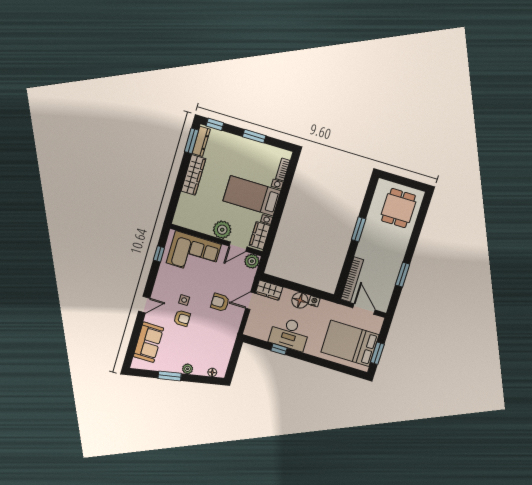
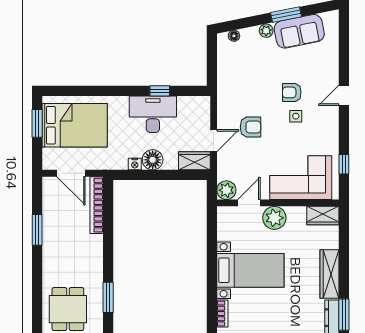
window: (359, 229) -> (108, 297), moved
wardrobe: (260, 236) -> (323, 216), moved, turned 90
sofa: (148, 342) -> (299, 31), moved, turned -101

